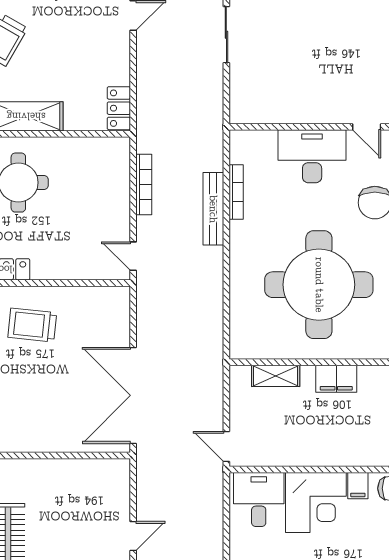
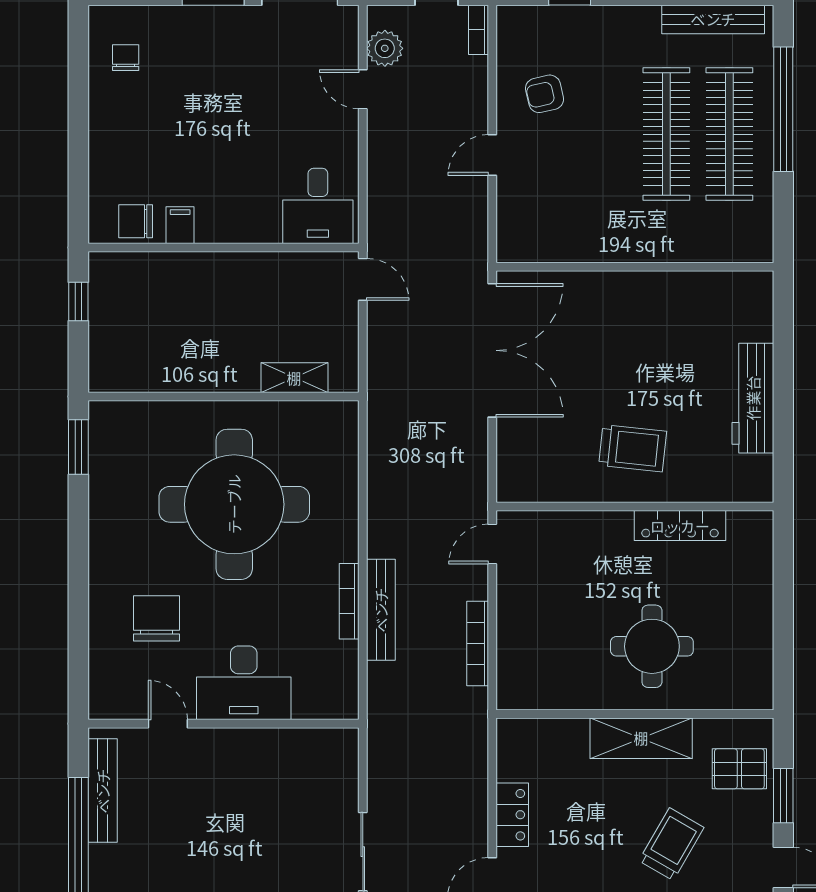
locker: (119, 108) -> (512, 815), moved
bookcase: (236, 192) -> (349, 601), moved
door: (133, 256) -> (492, 544), swing flipped
filing cabinet: (336, 379) -> (210, 374), removed
corner desk: (316, 502) -> (238, 202), removed

